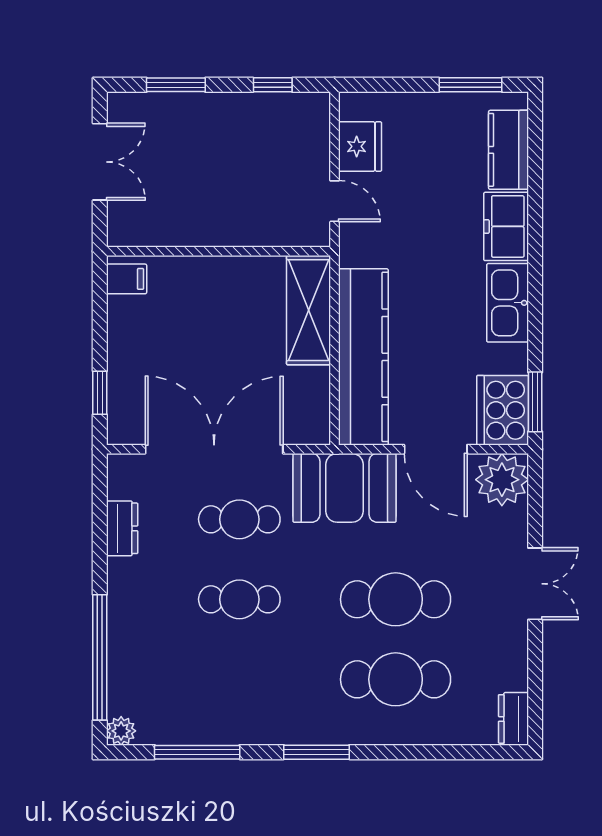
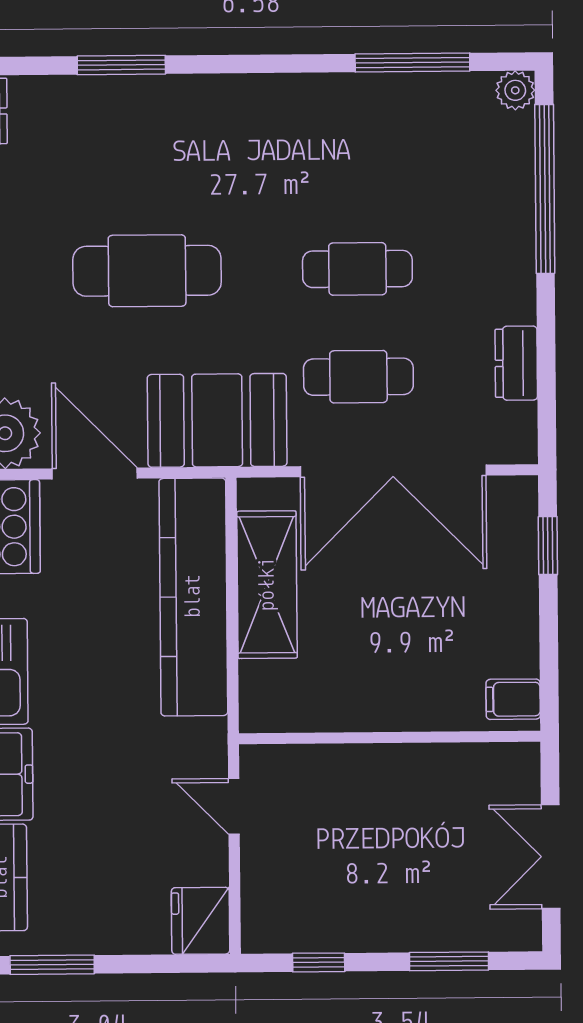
fridge: (360, 146) -> (201, 921), moved
shelving: (309, 310) -> (267, 585), moved
cafe table: (396, 679) -> (146, 163), removed
window: (317, 752) -> (121, 65), moved

